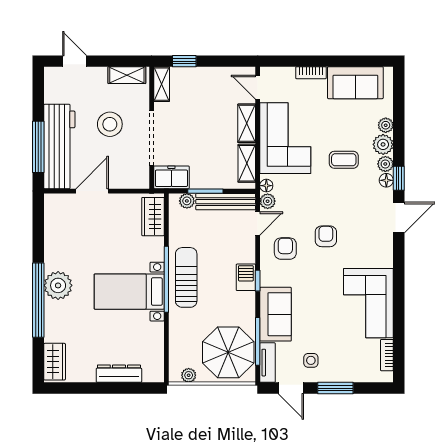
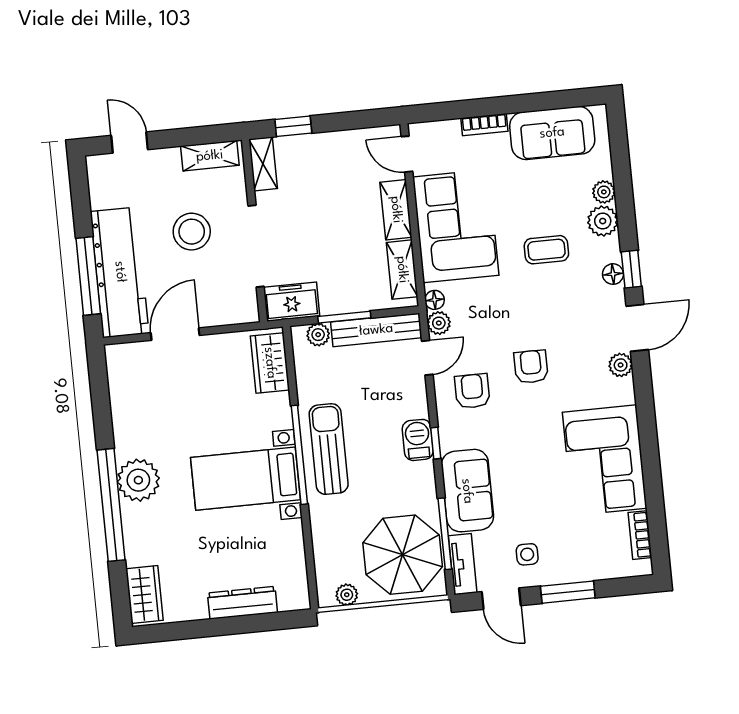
plant: (385, 164) -> (621, 365), moved

